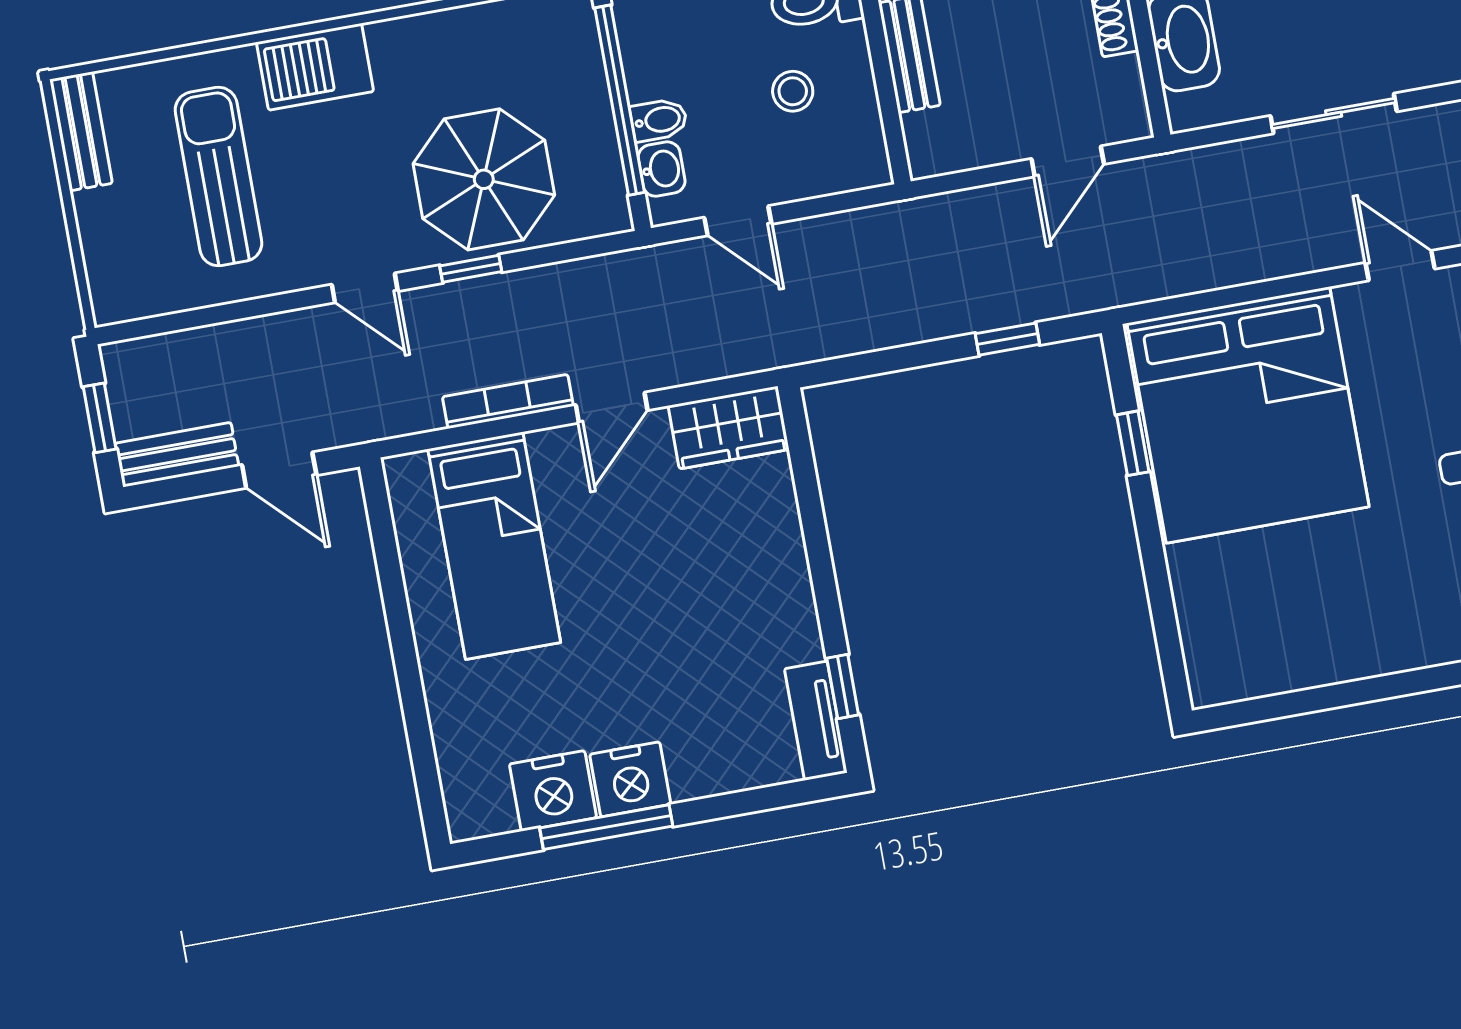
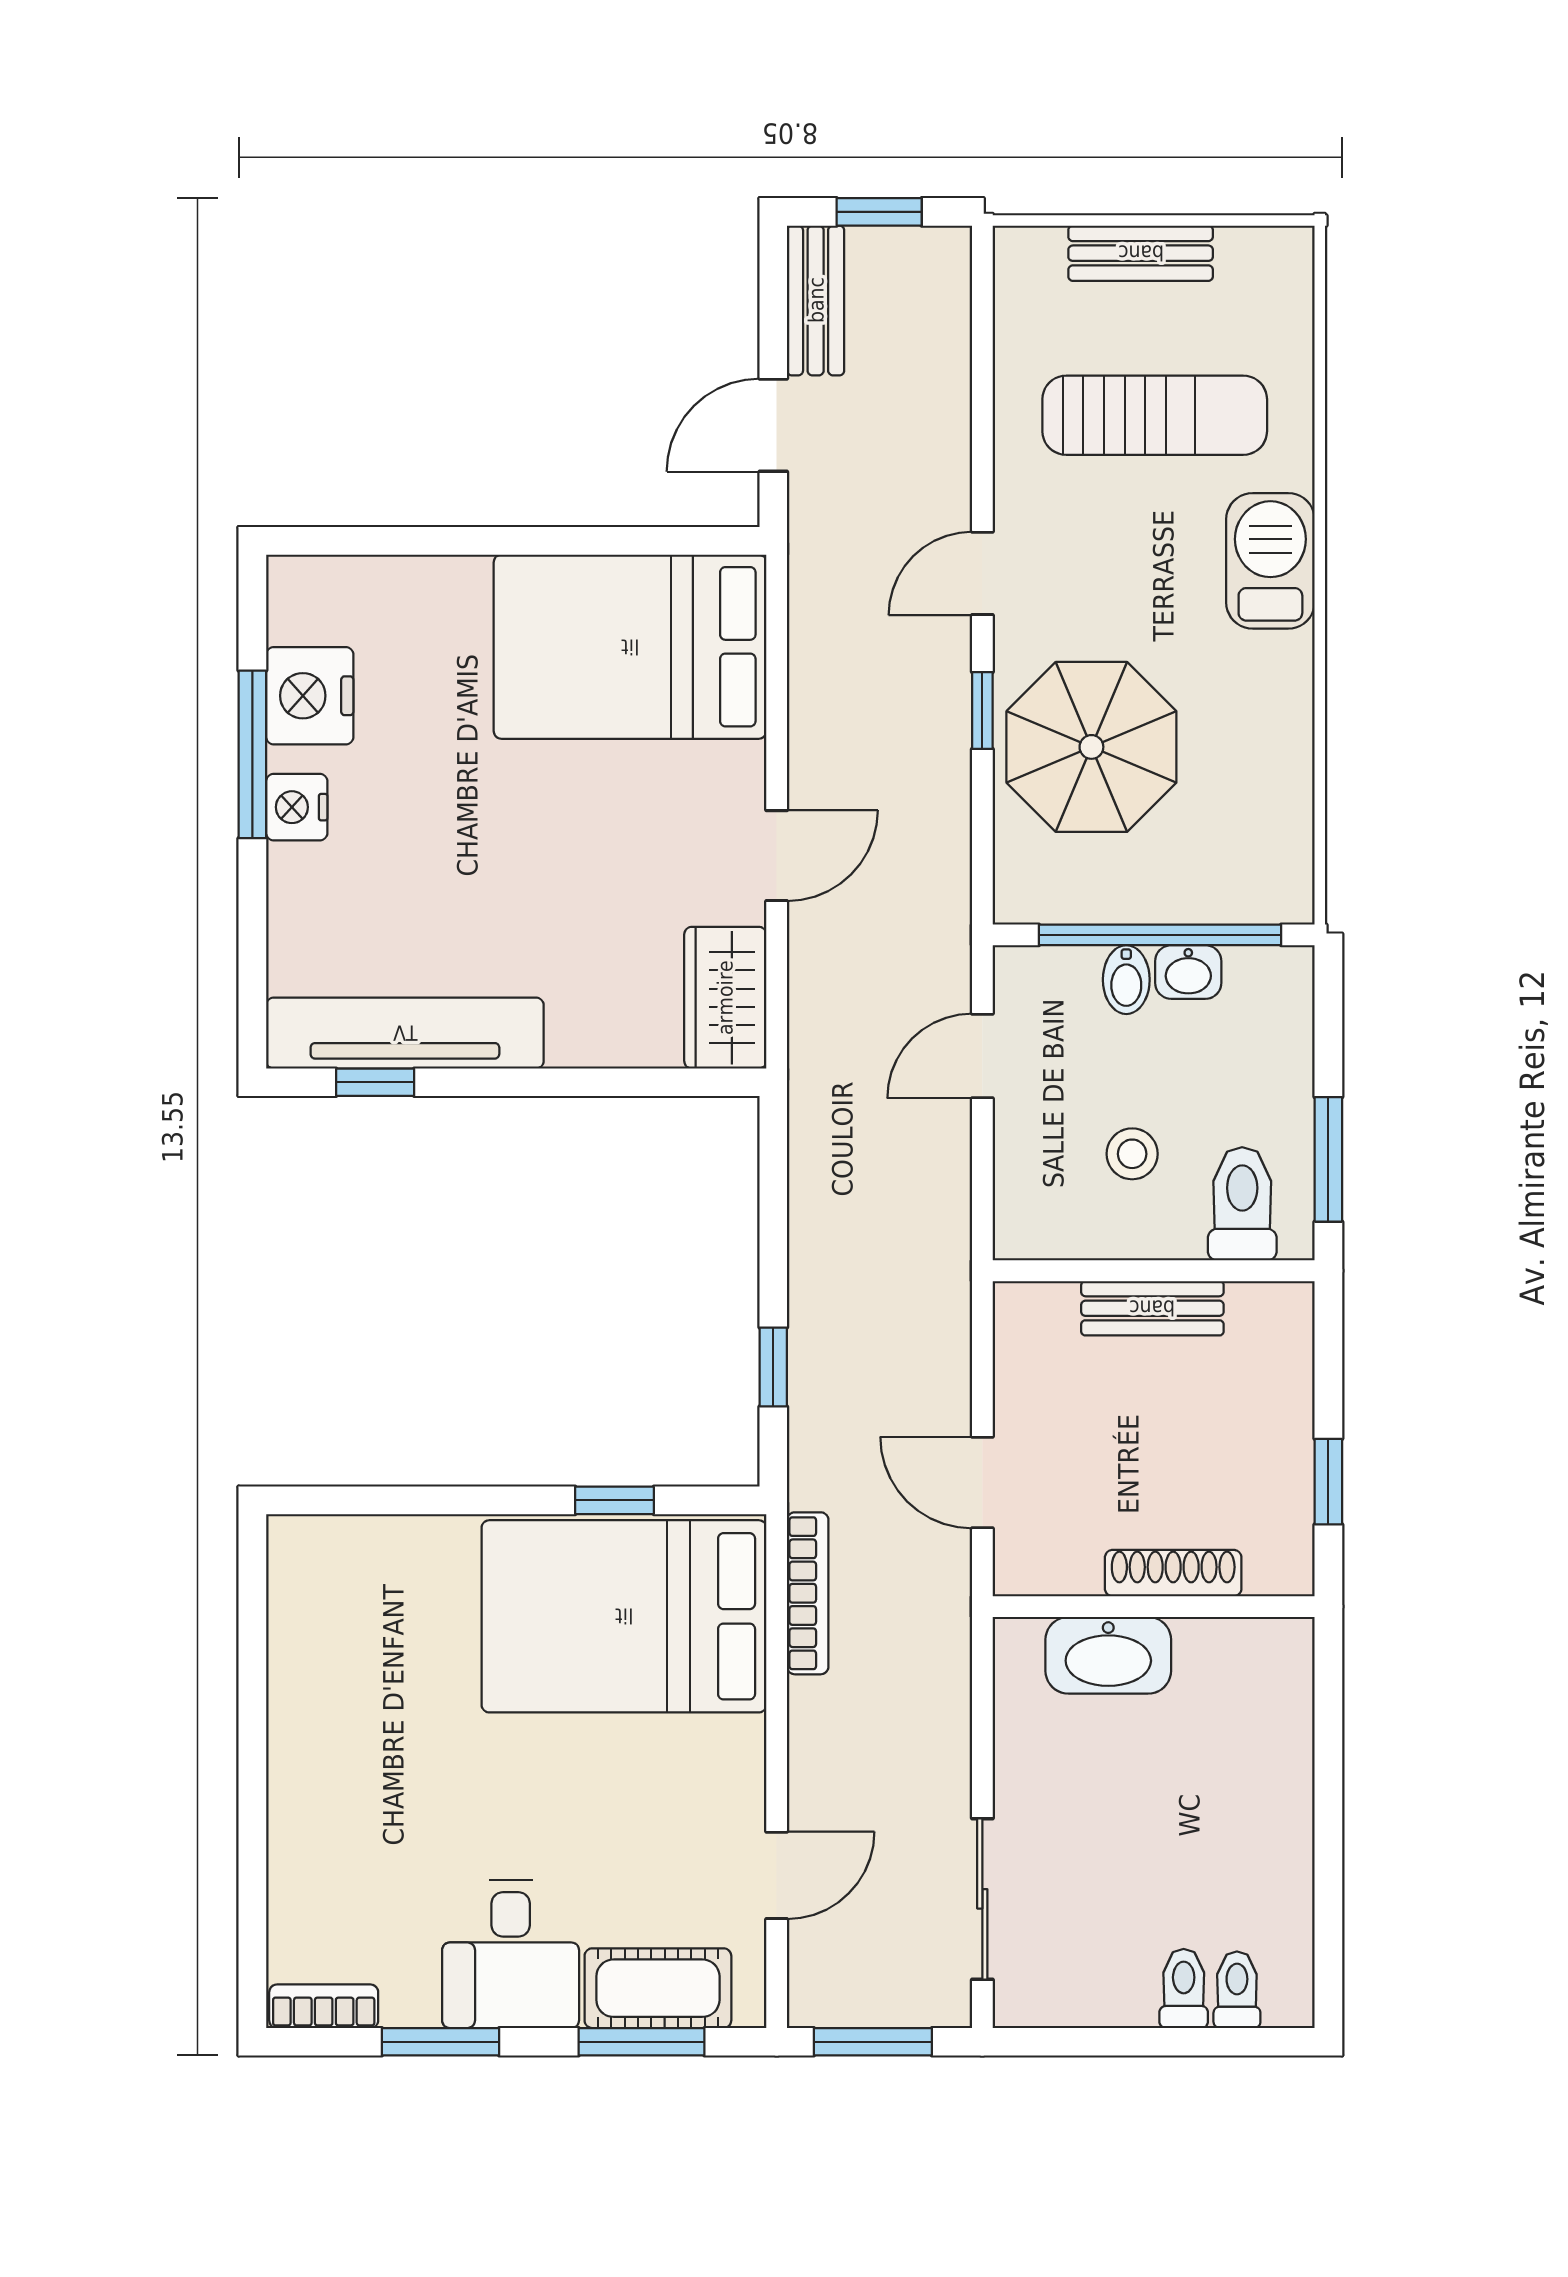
sliding door: (1334, 114) -> (982, 1899), moved
bench: (81, 131) -> (1141, 253), moved
washbasin: (662, 169) -> (1188, 972), moved
bookcase: (508, 401) -> (808, 1593), moved
door: (612, 408) -> (777, 856), swing flipped
bed: (1248, 415) -> (624, 1616), width x0.73
bed: (494, 546) -> (630, 647), width x1.50
tv unit: (816, 721) -> (405, 1033), width x1.92, depth x1.29
nightstand: (630, 779) -> (297, 807), width x0.74, depth x0.75

